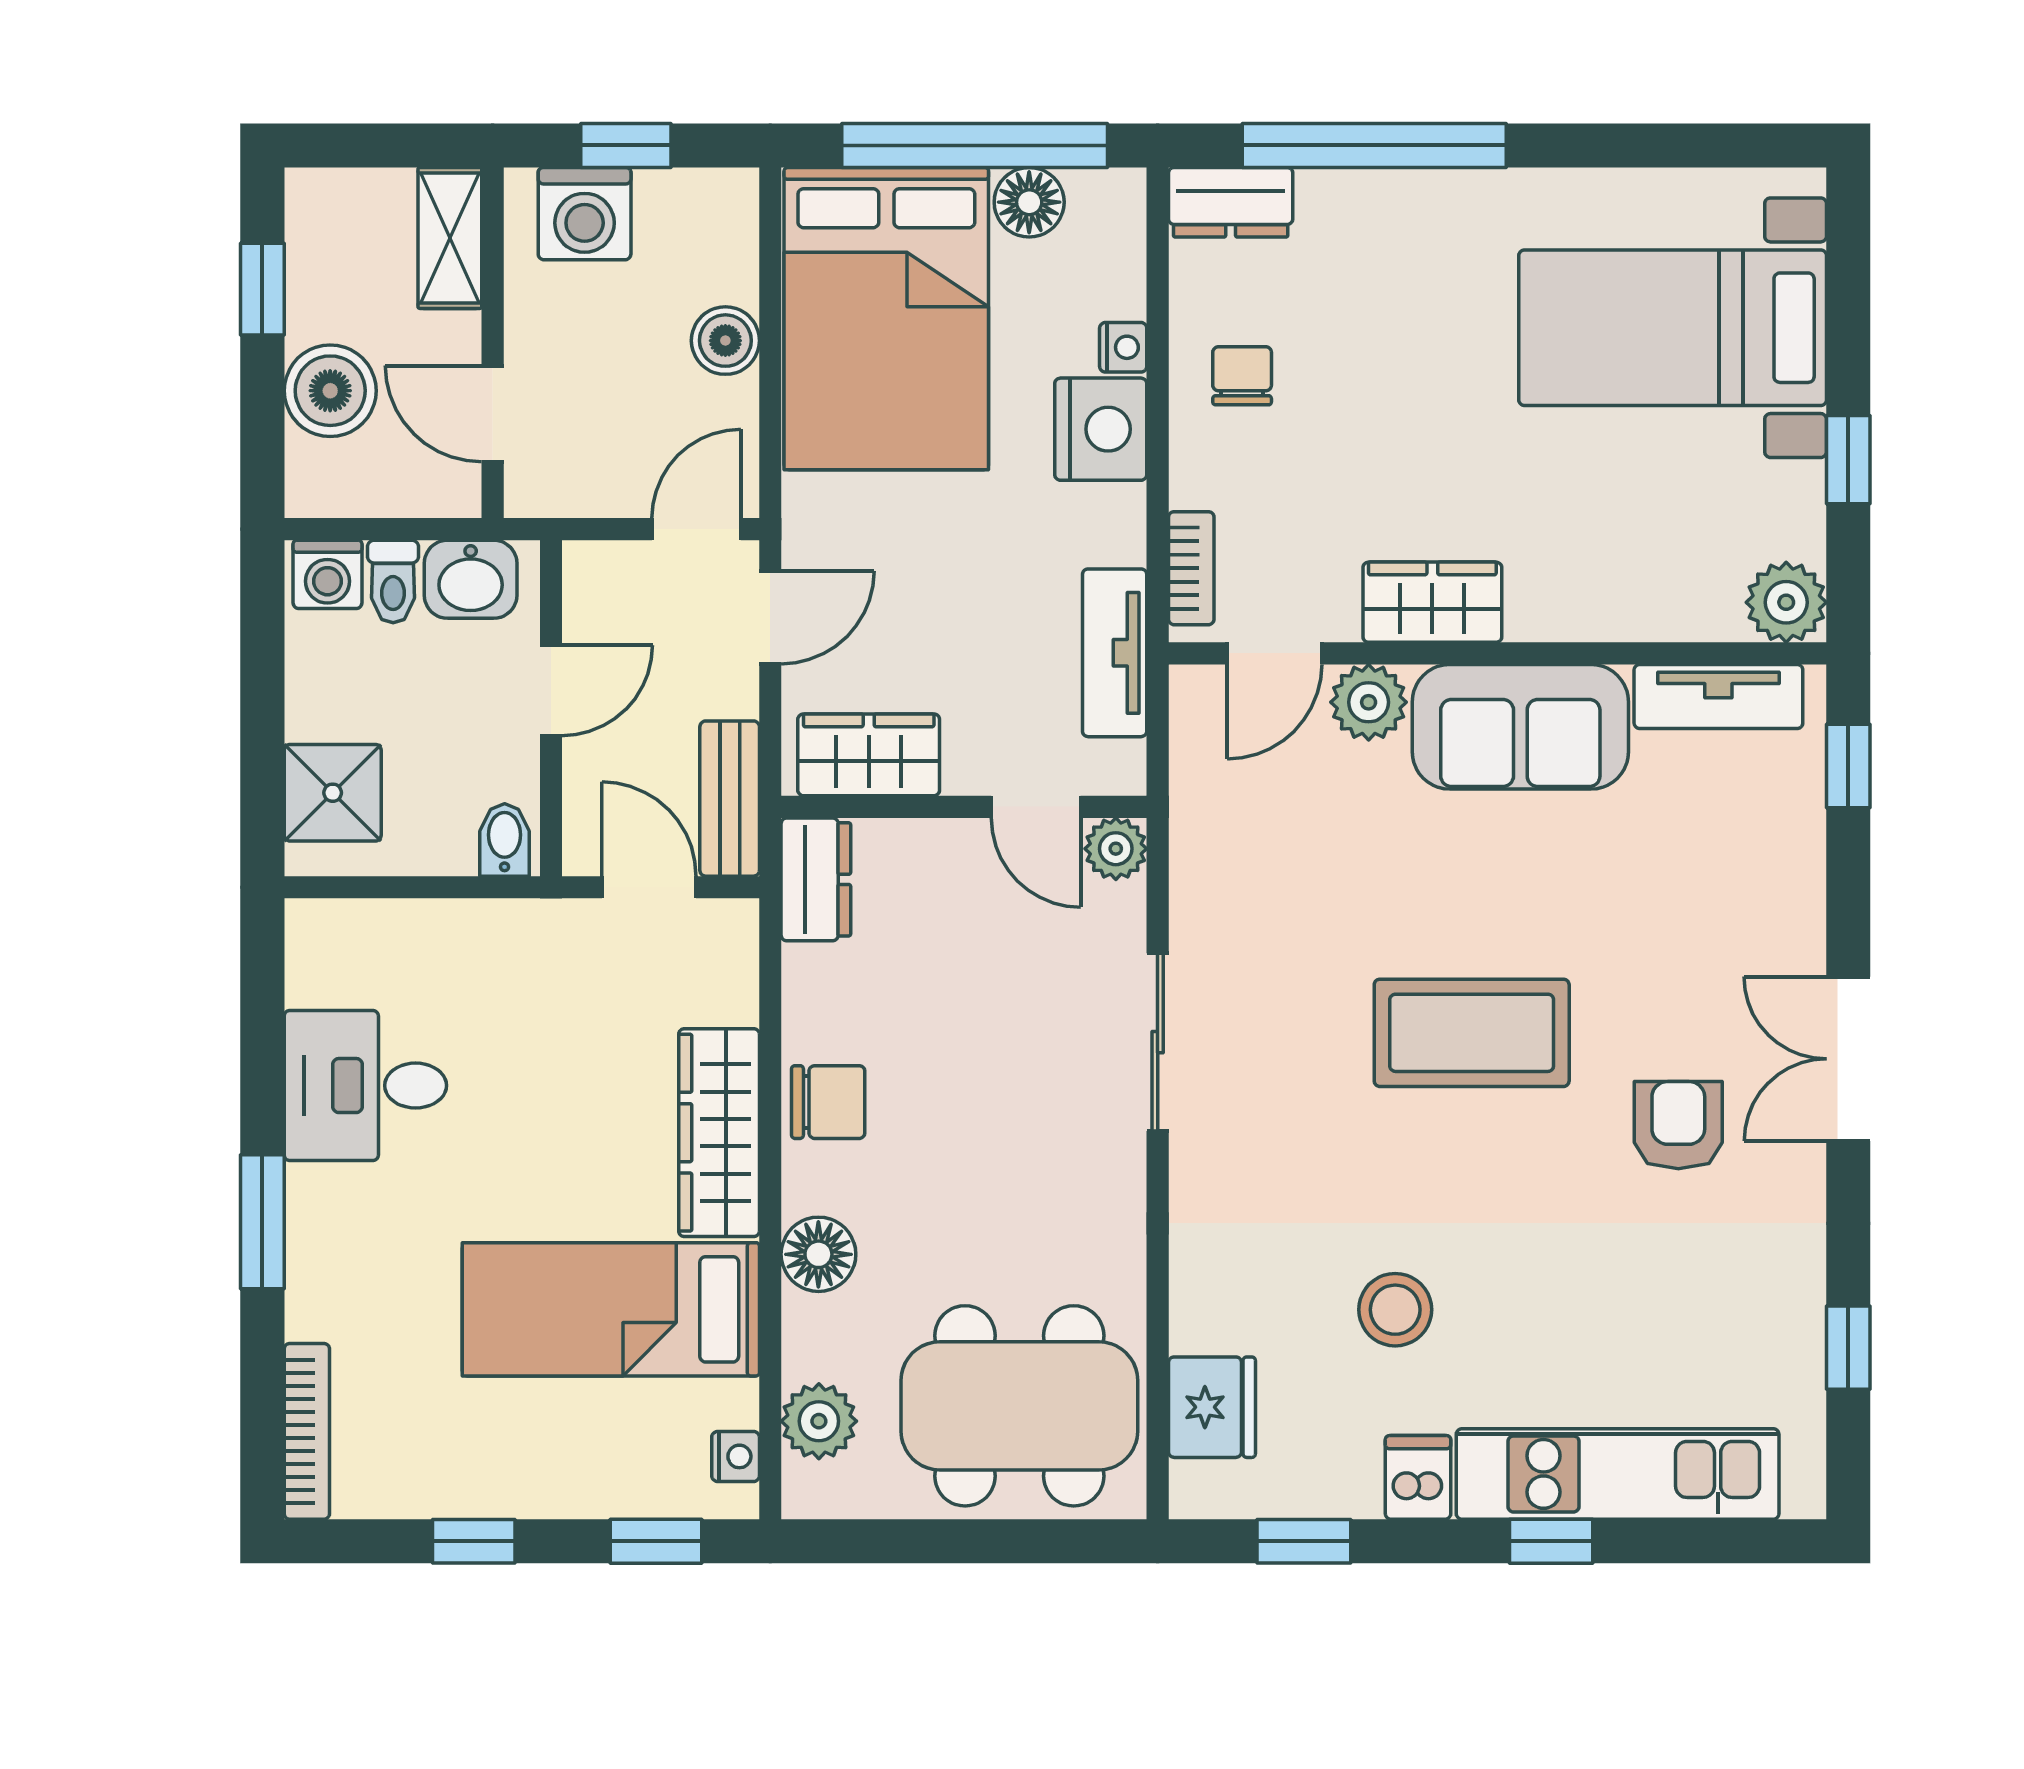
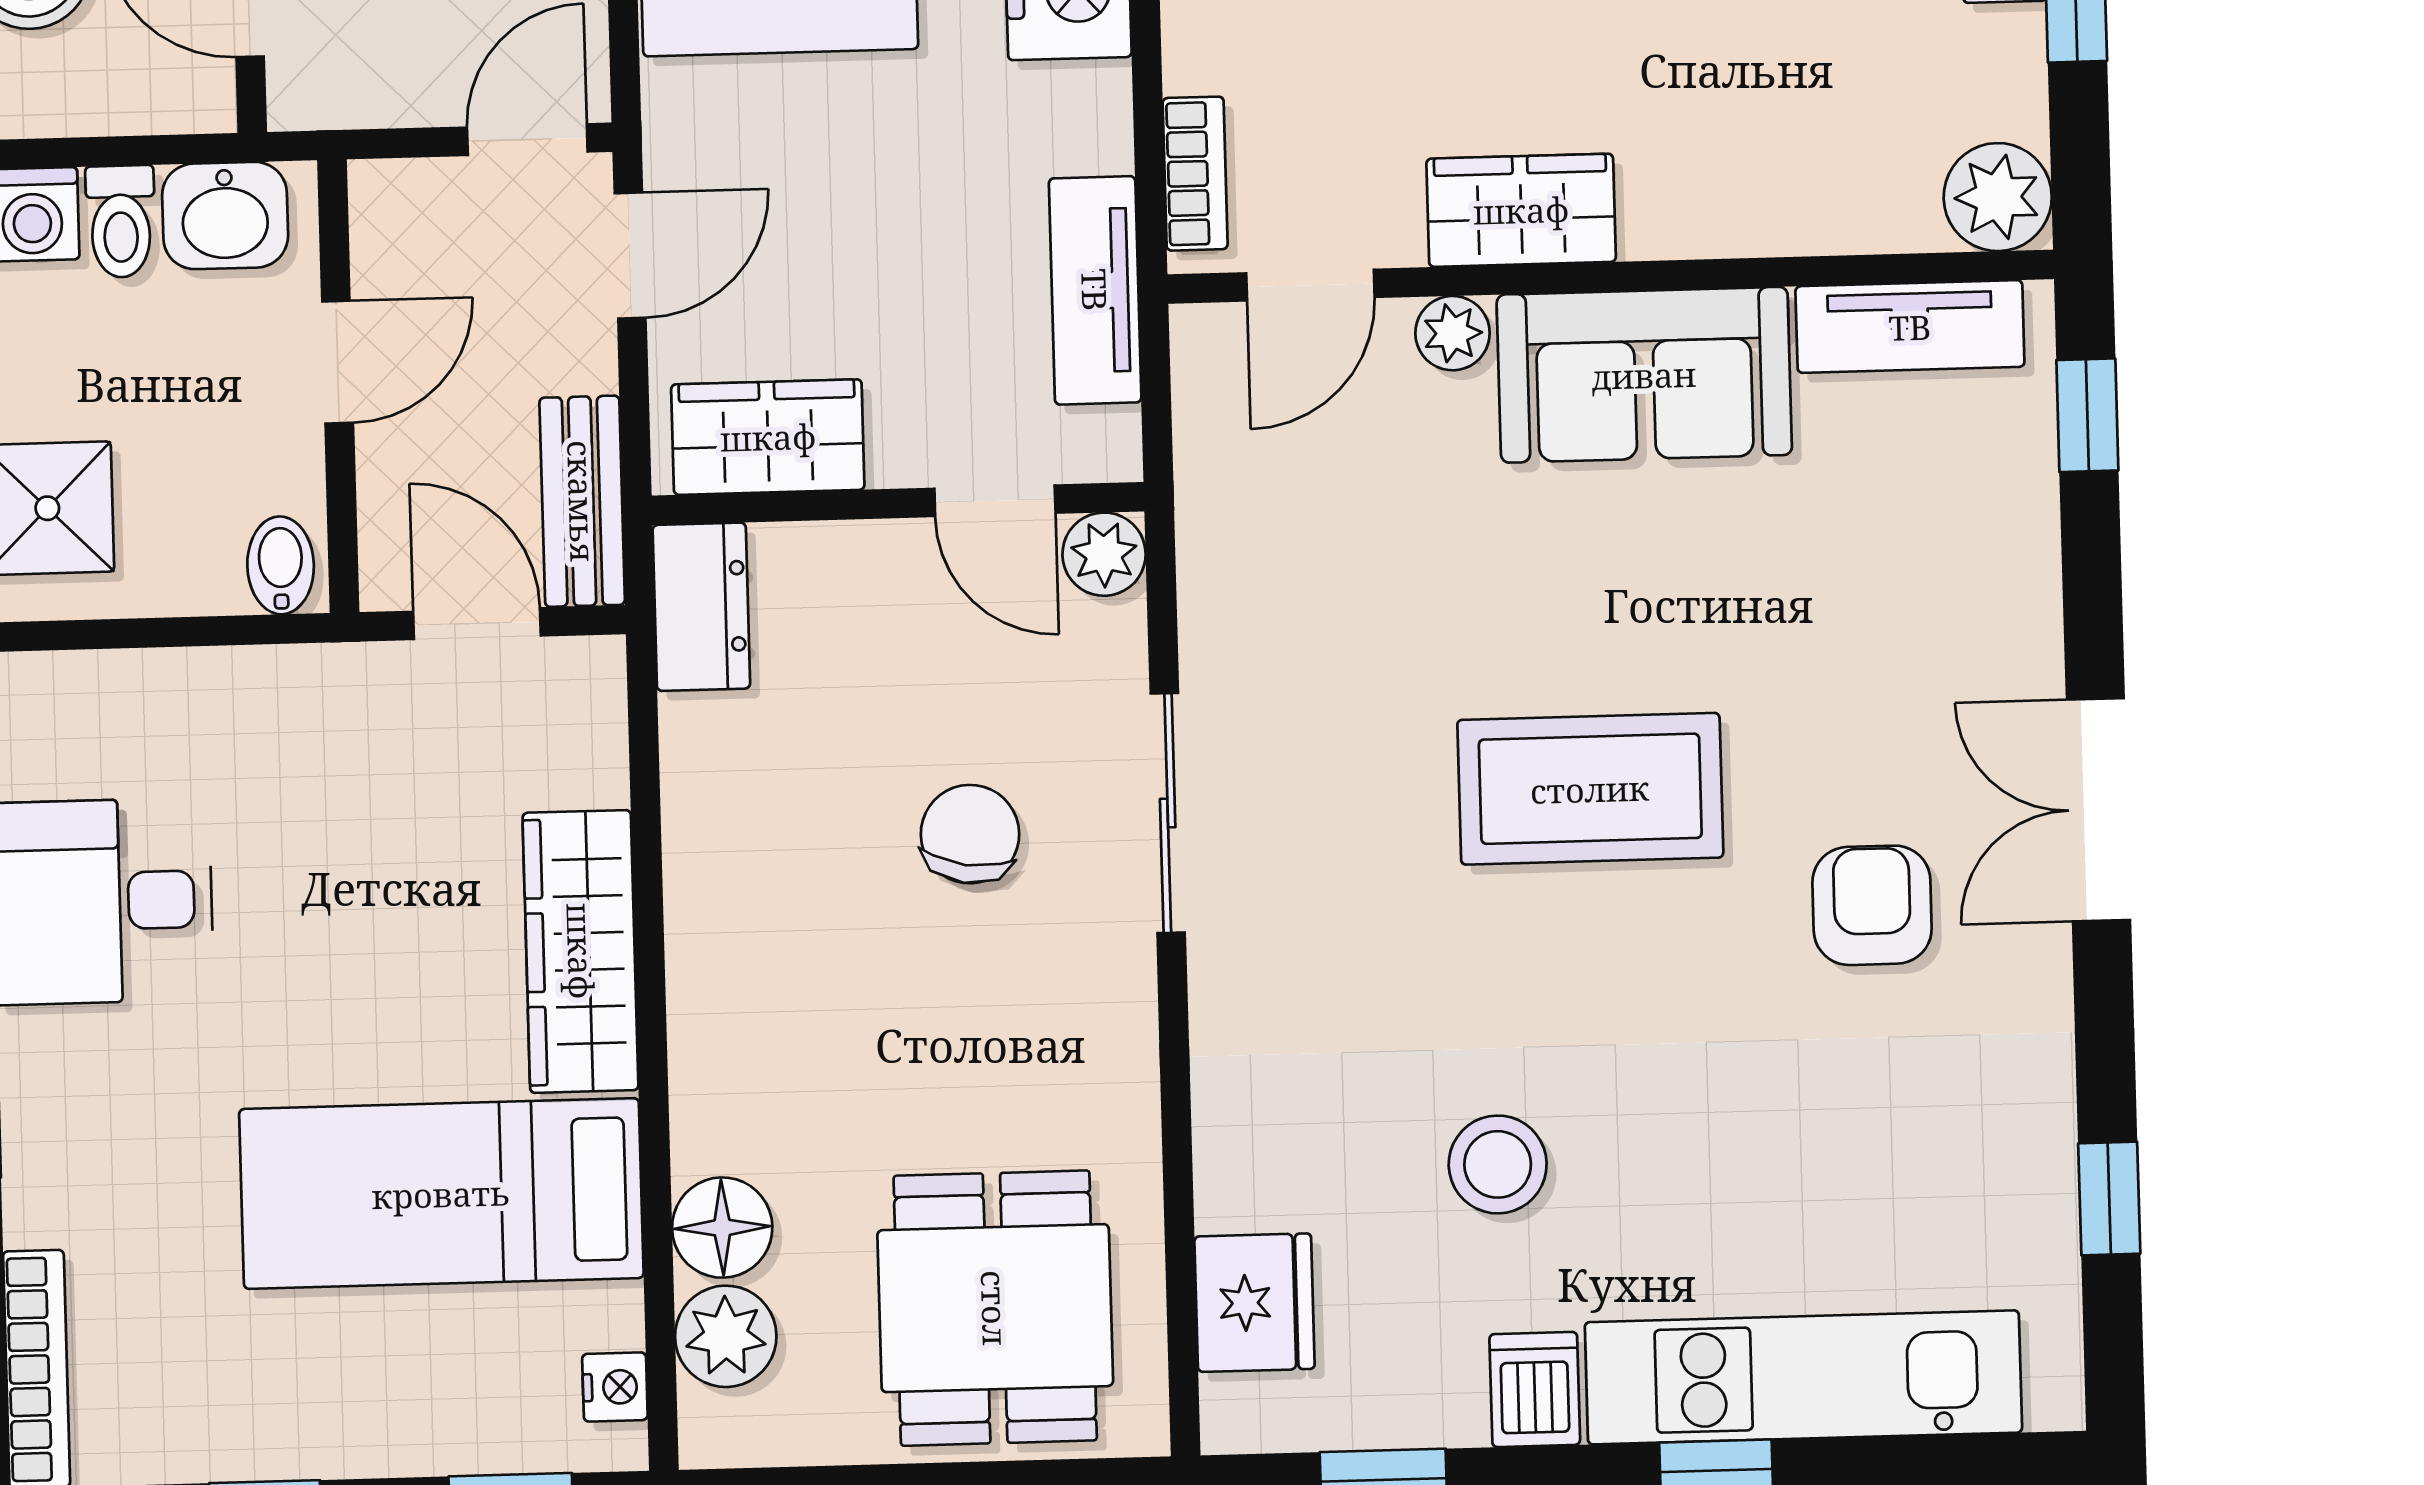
plant: (1369, 702) -> (1453, 333), width x0.73, depth x0.73
chair: (828, 1102) -> (970, 834), moved, turned -81
floor lamp: (818, 1254) -> (722, 1228), moved
dining table: (1019, 1406) -> (995, 1308), width x0.73

